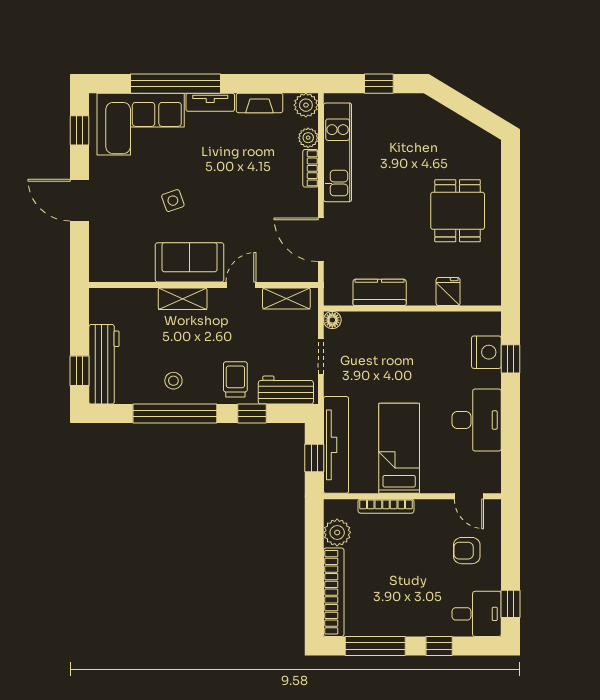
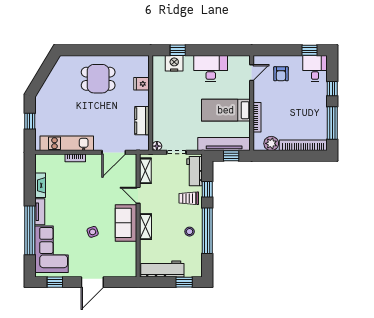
plant: (306, 105) -> (41, 160), removed
plant: (308, 138) -> (59, 159), removed
workbench: (104, 364) -> (162, 269), moved

